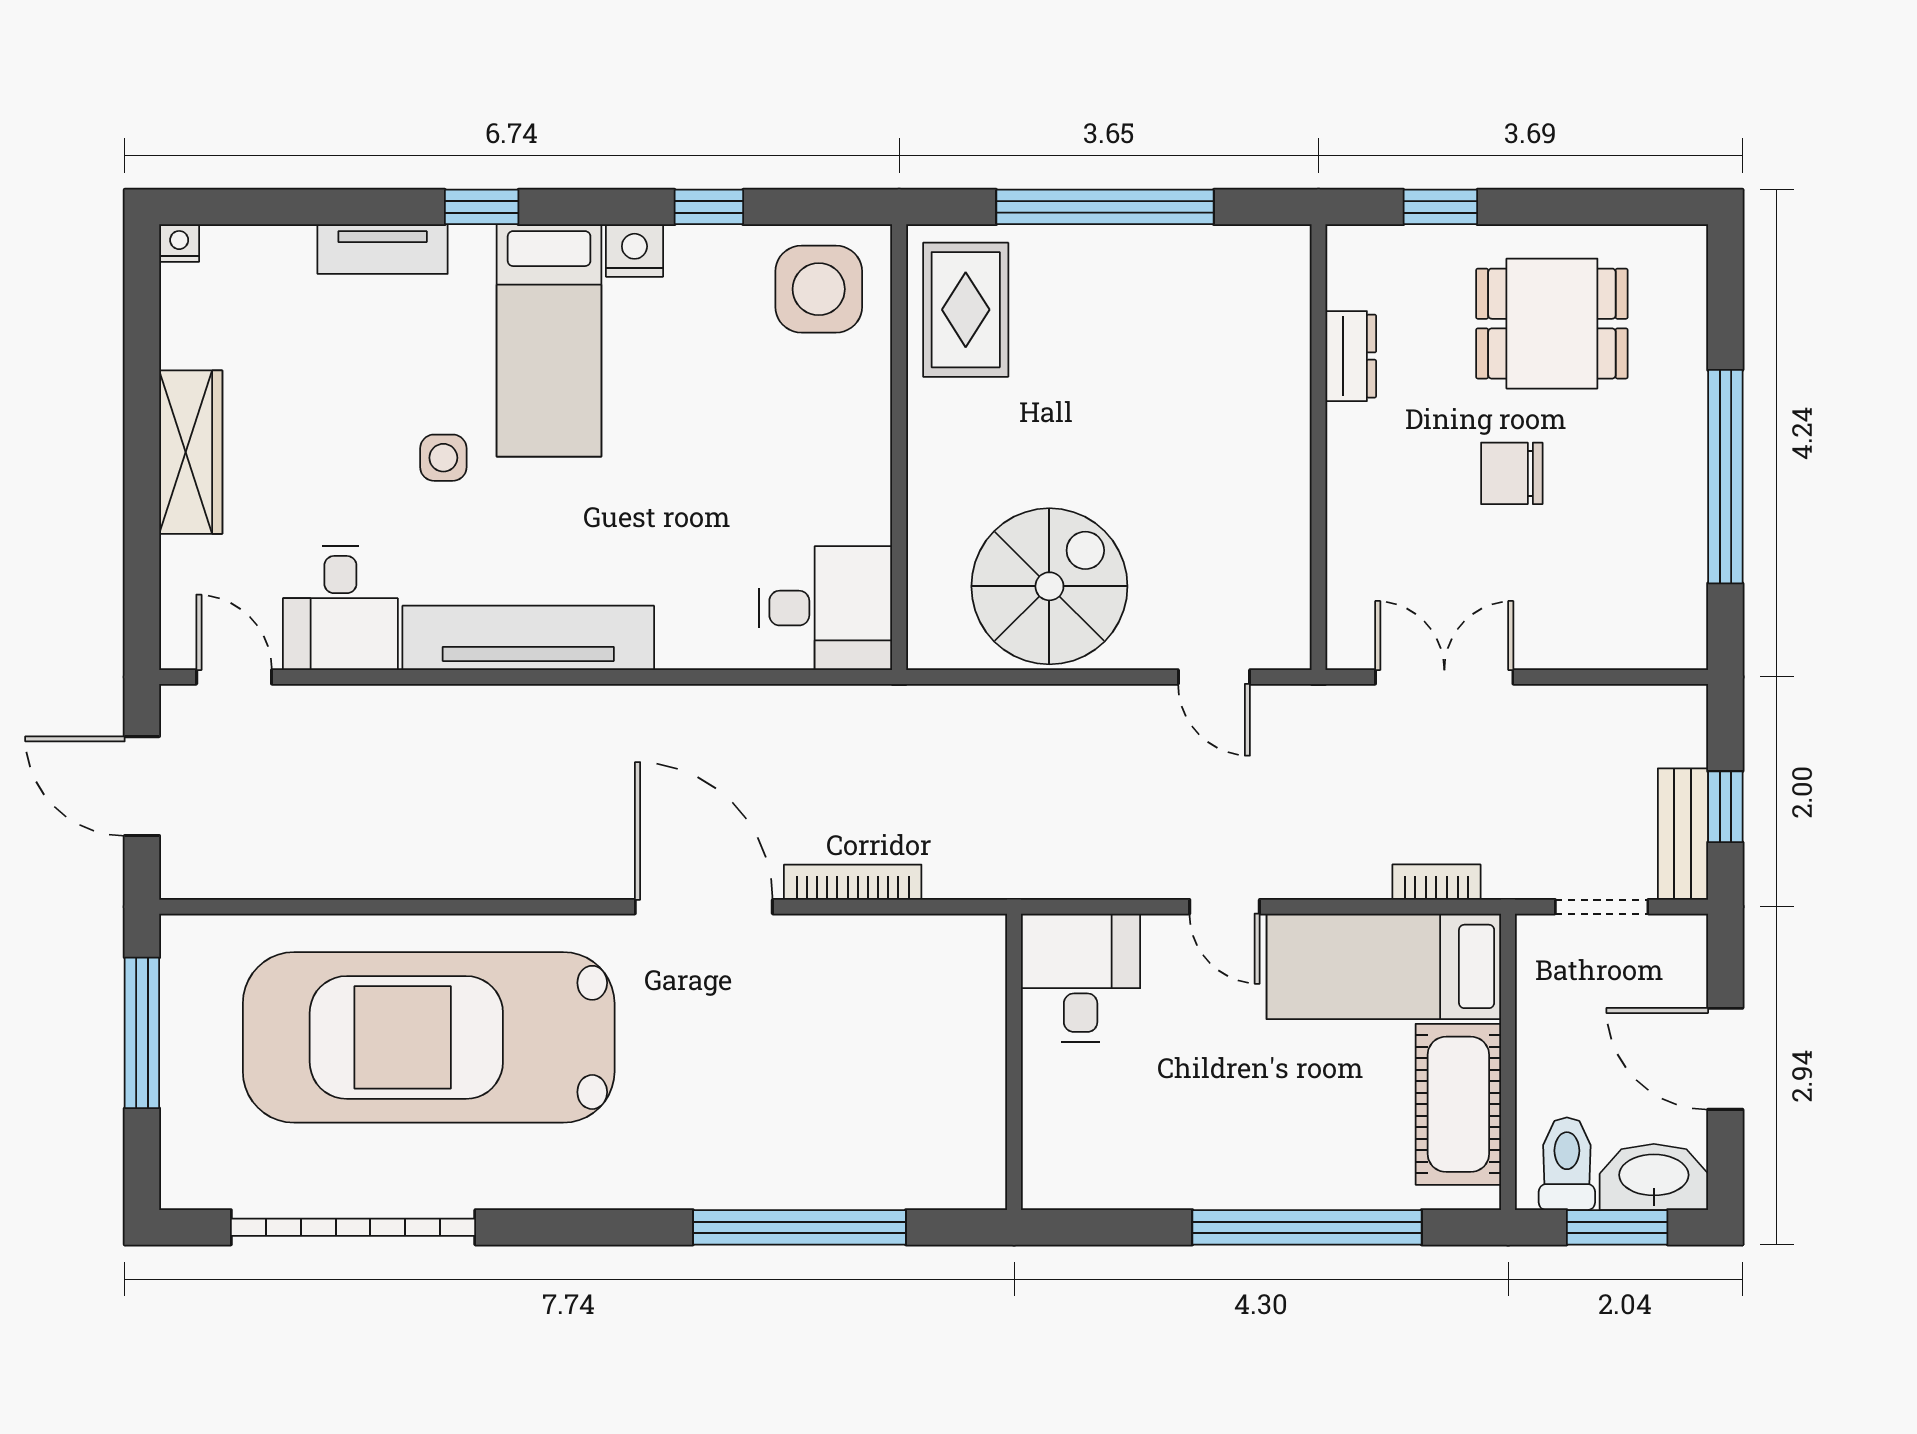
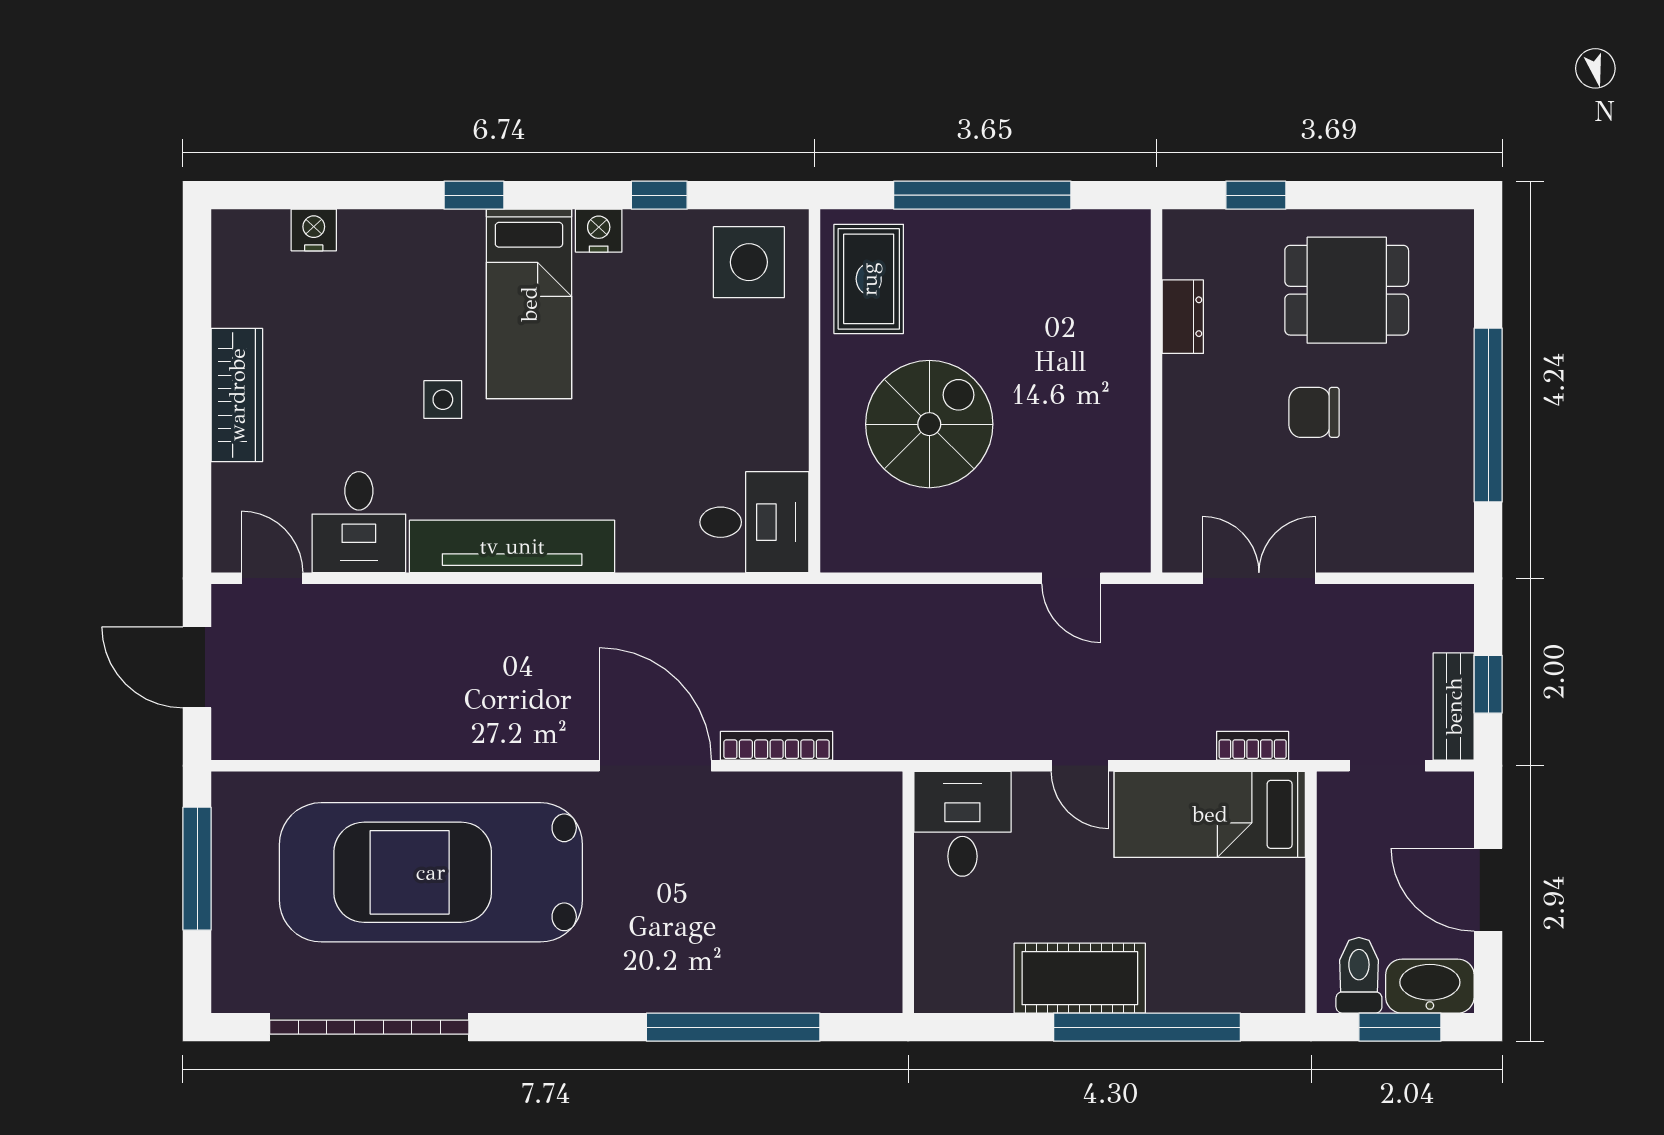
nightstand: (179, 243) -> (314, 230), moved, width x1.39, depth x1.35
tv unit: (383, 249) -> (393, 229), removed
spiral stairs: (1049, 586) -> (929, 424), moved
cot: (1458, 1104) -> (1080, 978), moved, turned 90

